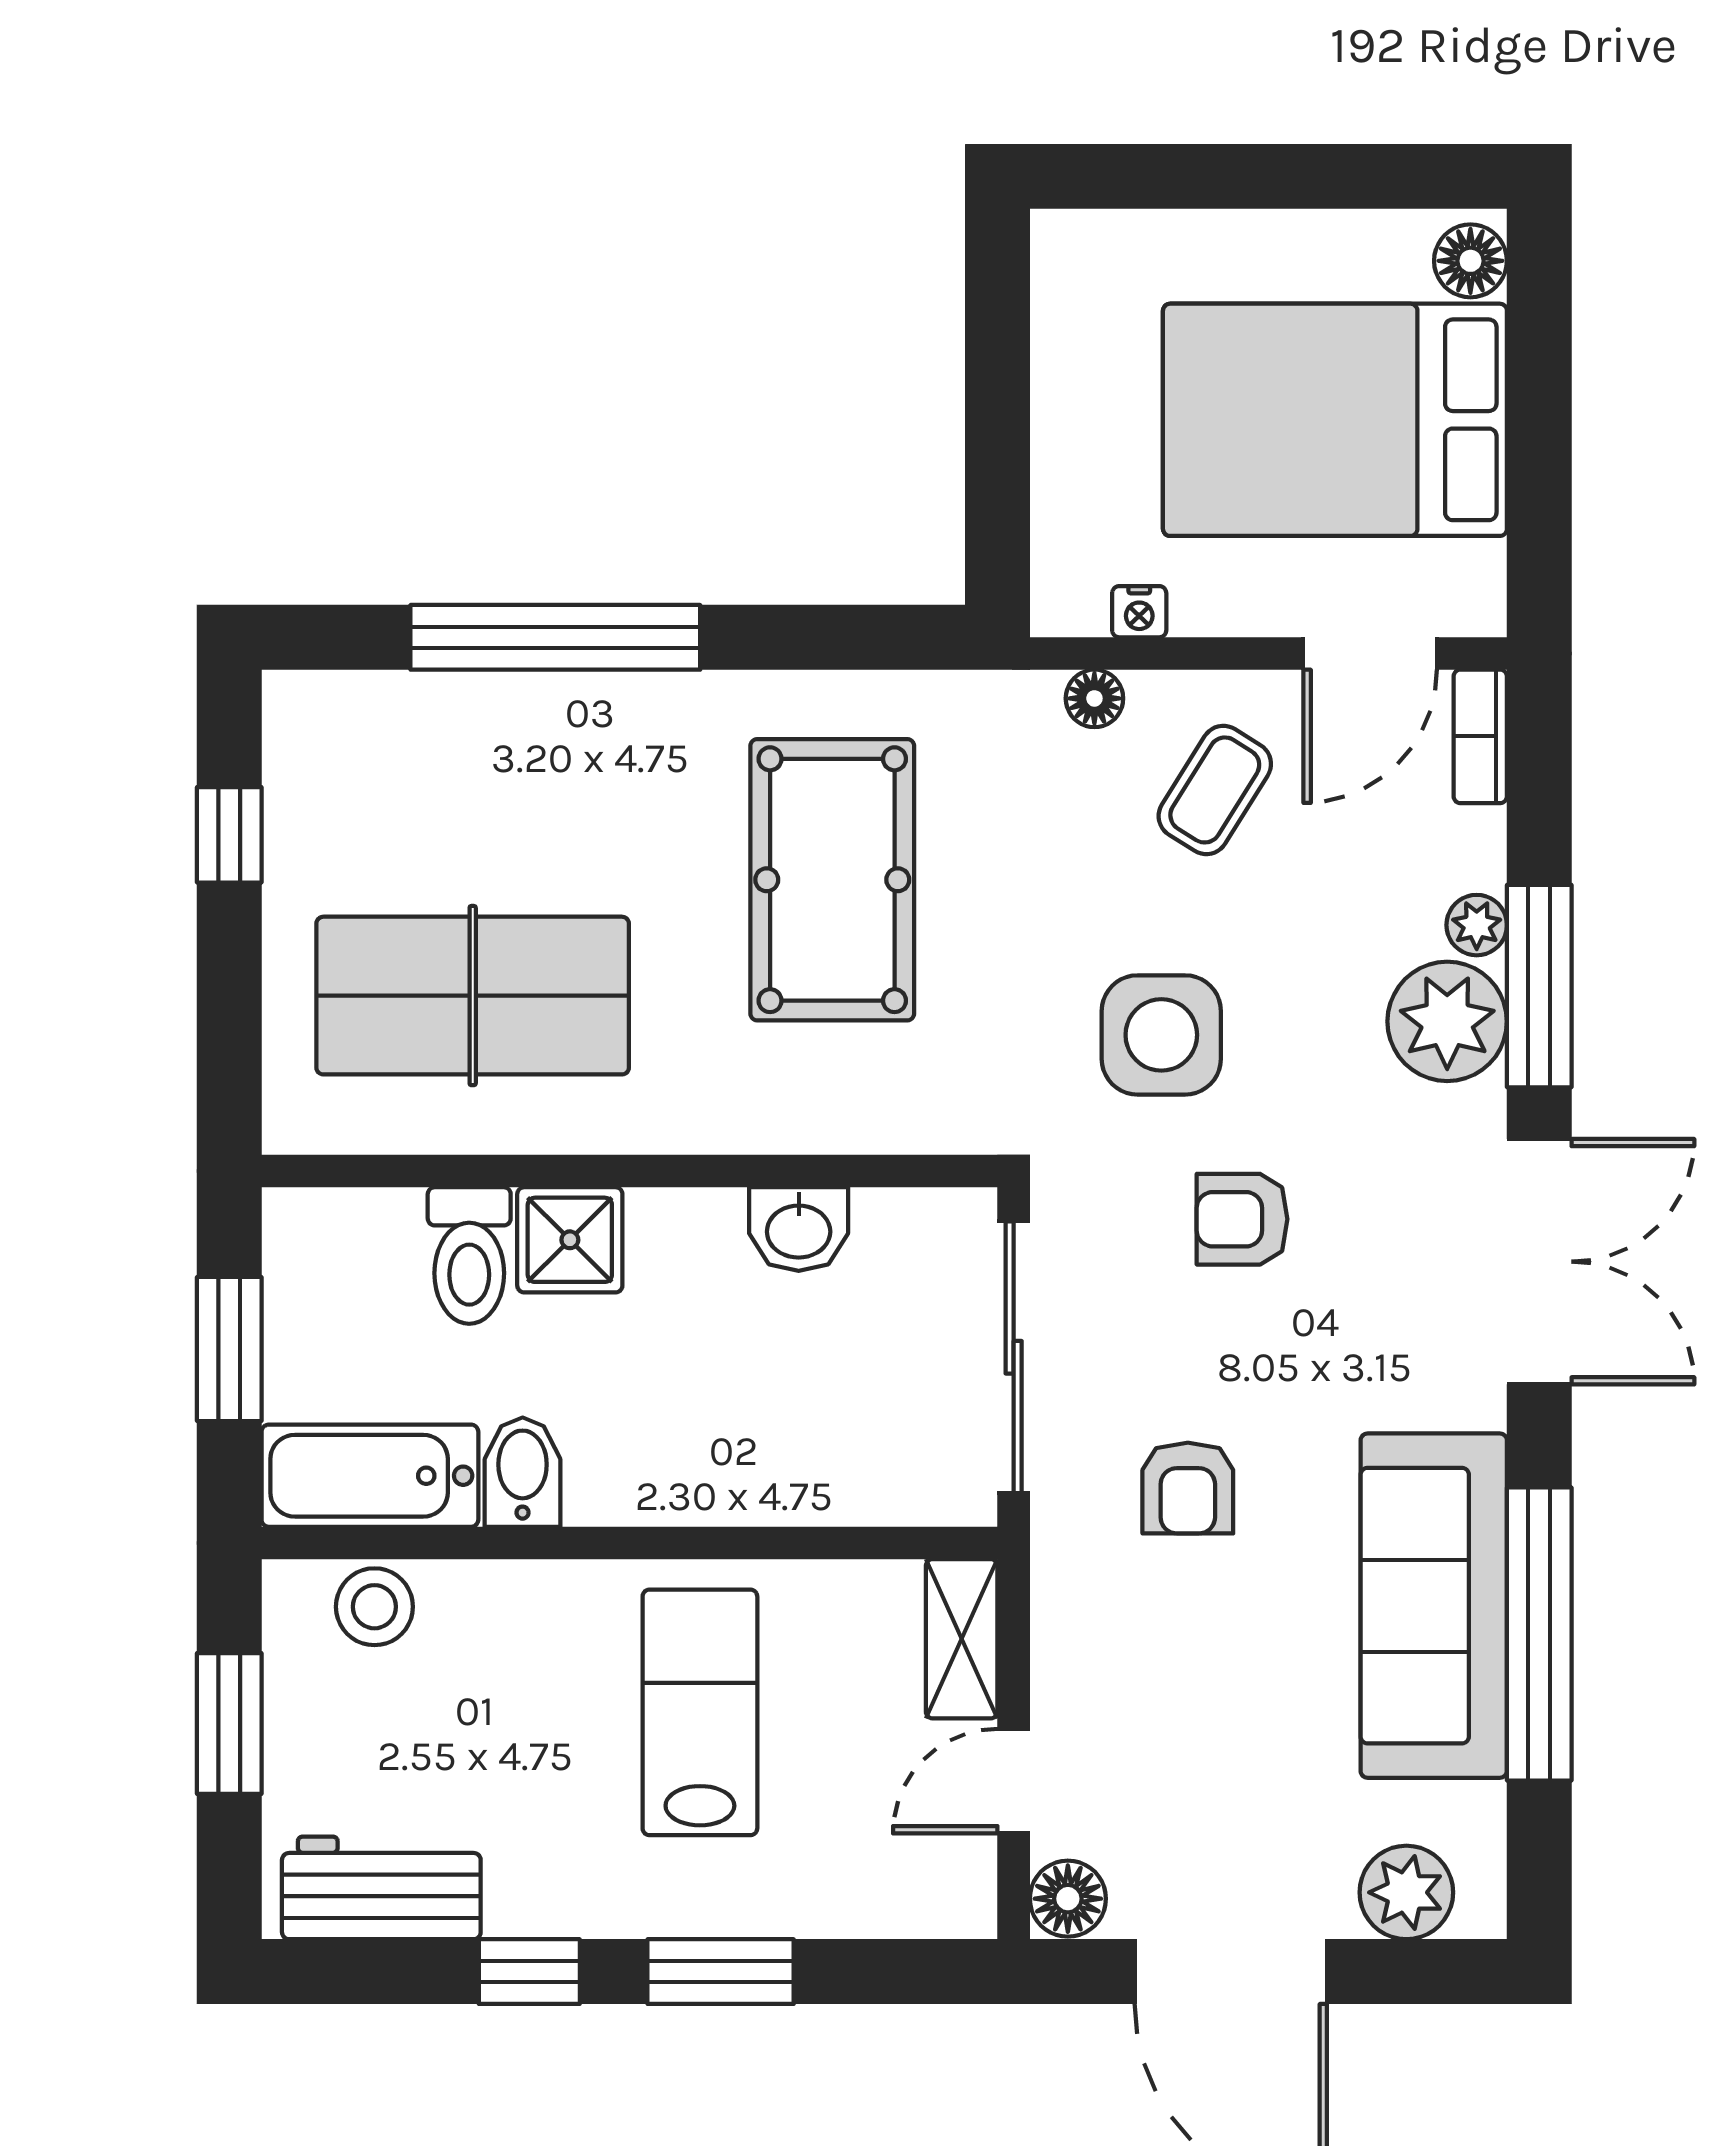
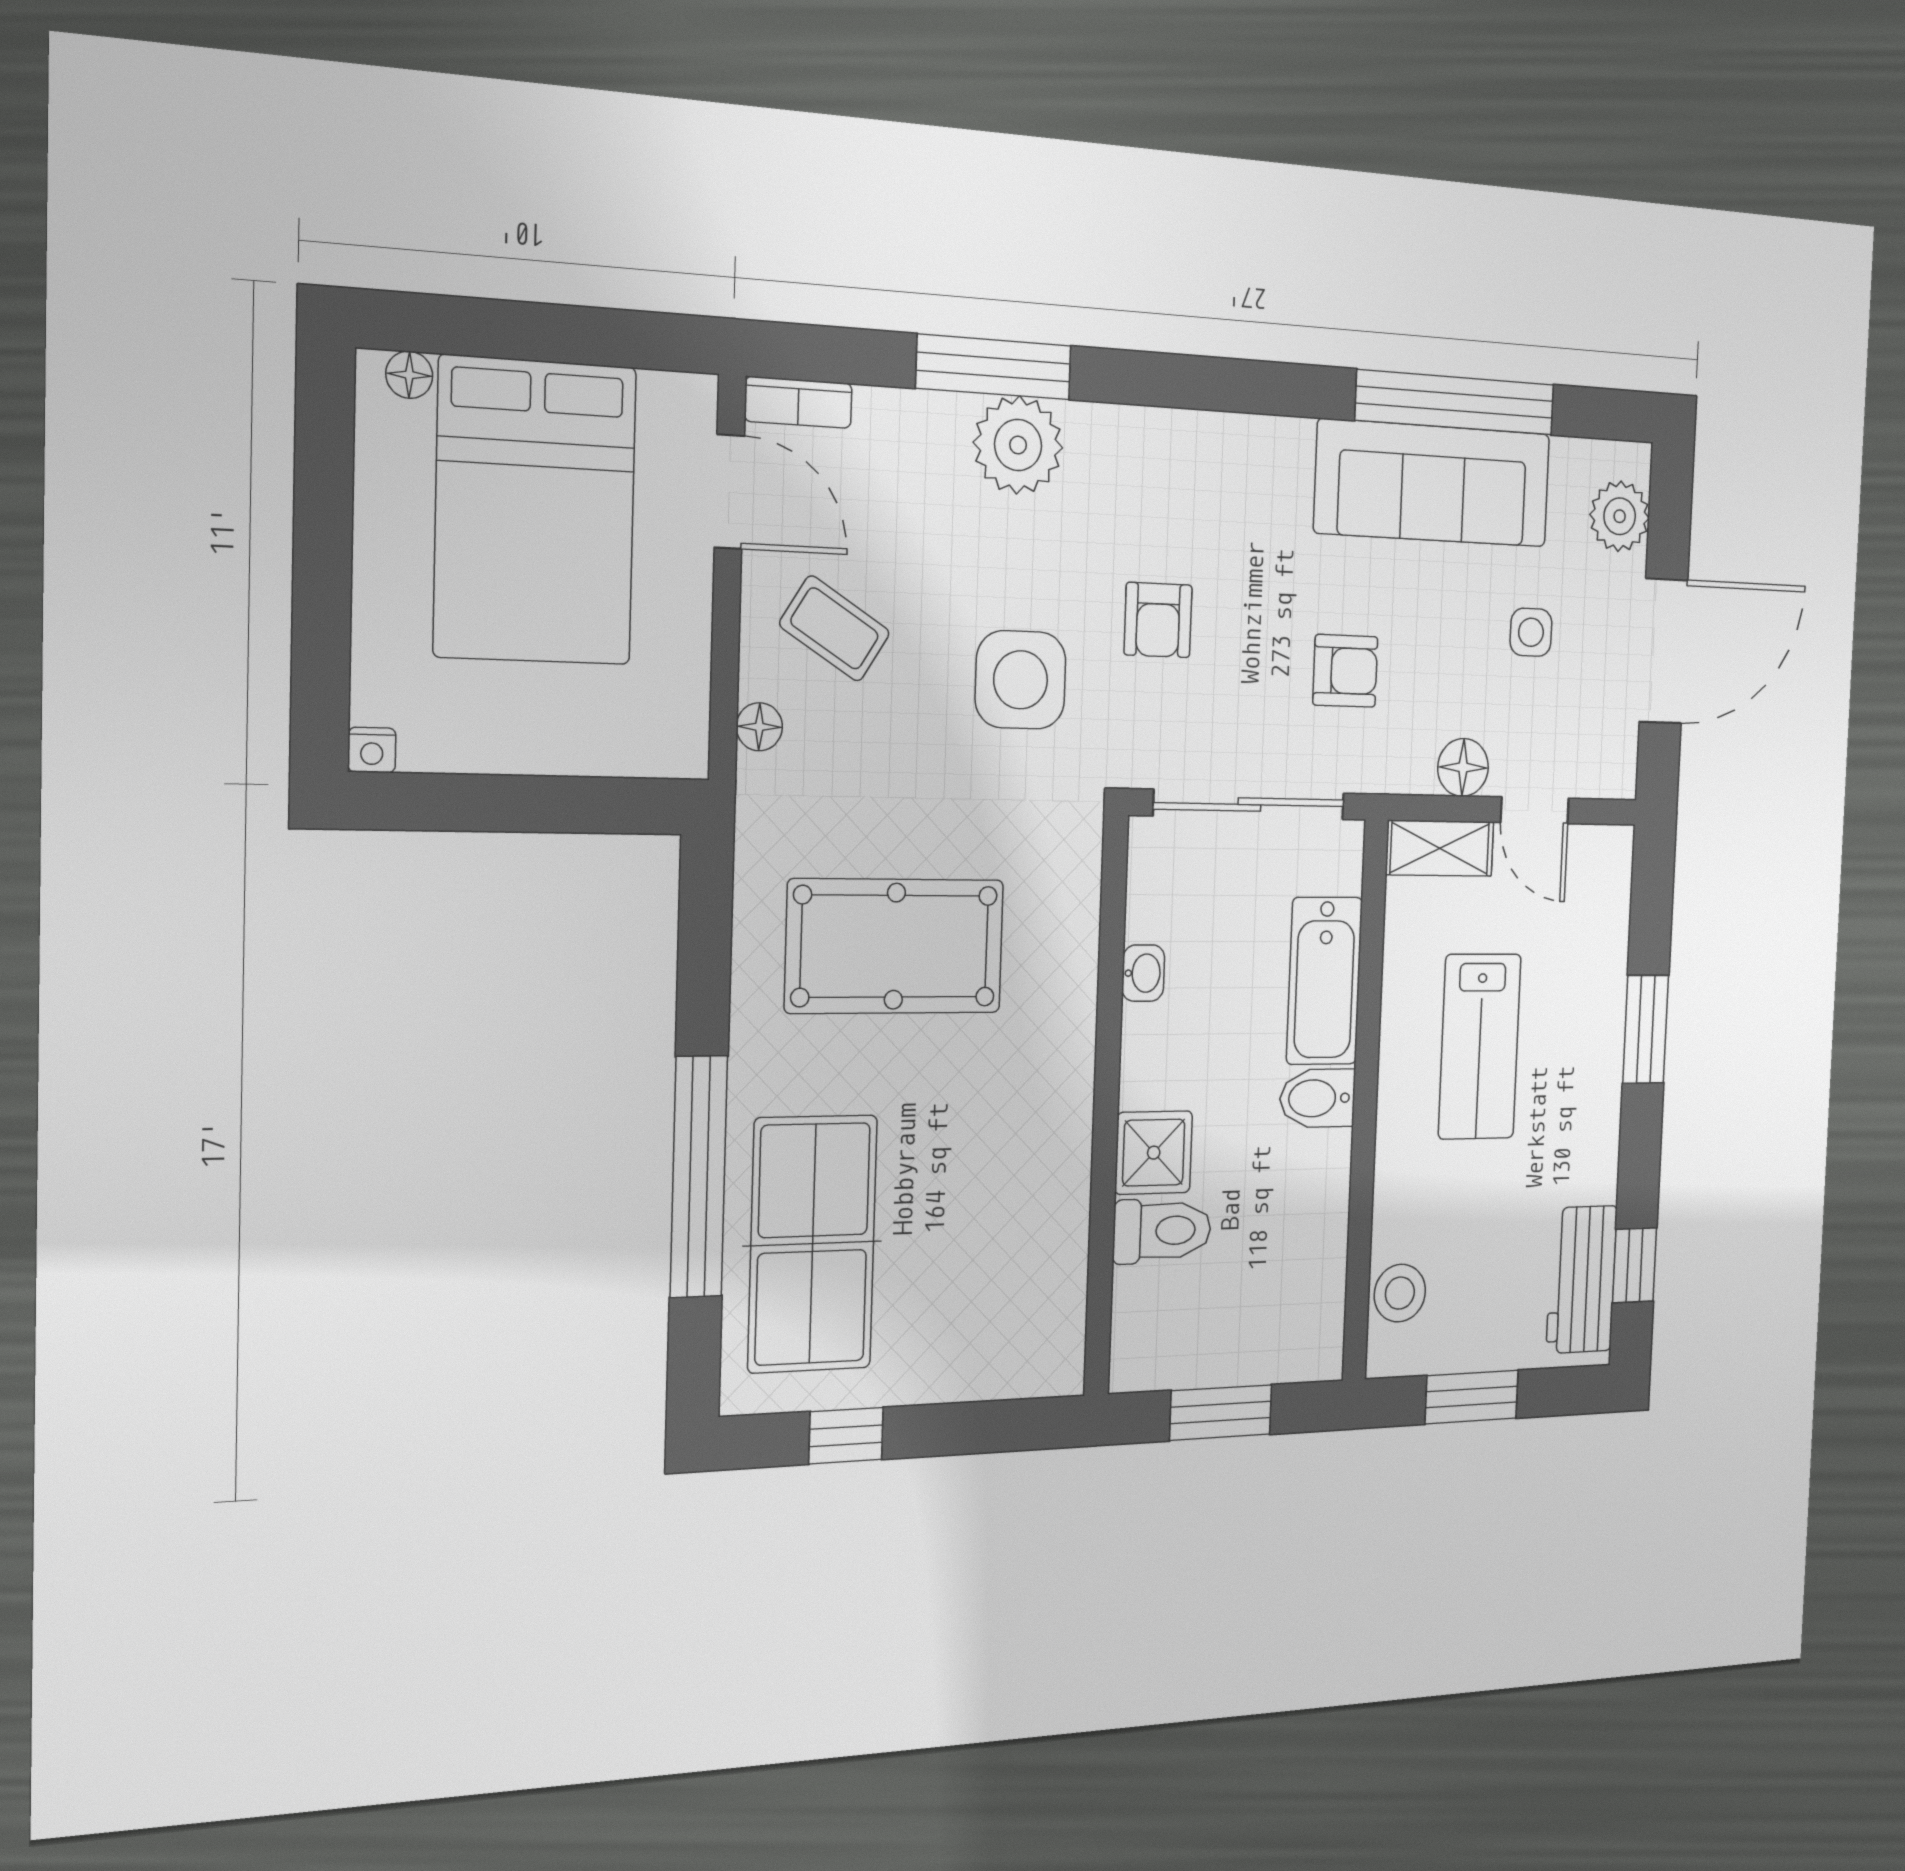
floor lamp: (1470, 261) -> (409, 375), width x0.73, depth x0.73
nightstand: (1139, 612) -> (372, 750), moved, turned 90
plant: (1477, 925) -> (946, 416), removed
table tennis table: (473, 996) -> (813, 1244), moved
washbasin: (799, 1229) -> (1143, 973), width x0.72, depth x0.69
double door: (1539, 1262) -> (1197, 383), removed
bidet: (523, 1472) -> (1317, 1098), moved
bathtub: (370, 1476) -> (1325, 981), moved
lab bench: (700, 1712) -> (1480, 1047), turned -90
side table: (1248, 1763) -> (1531, 632), added
floor lamp: (1068, 1899) -> (1463, 767), moved
window: (529, 1972) -> (1635, 1265), moved

